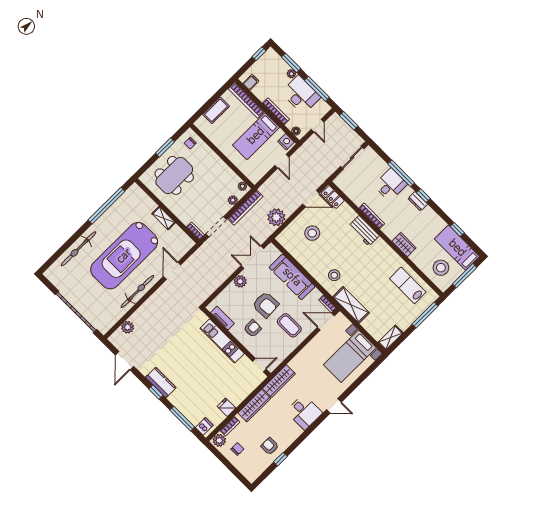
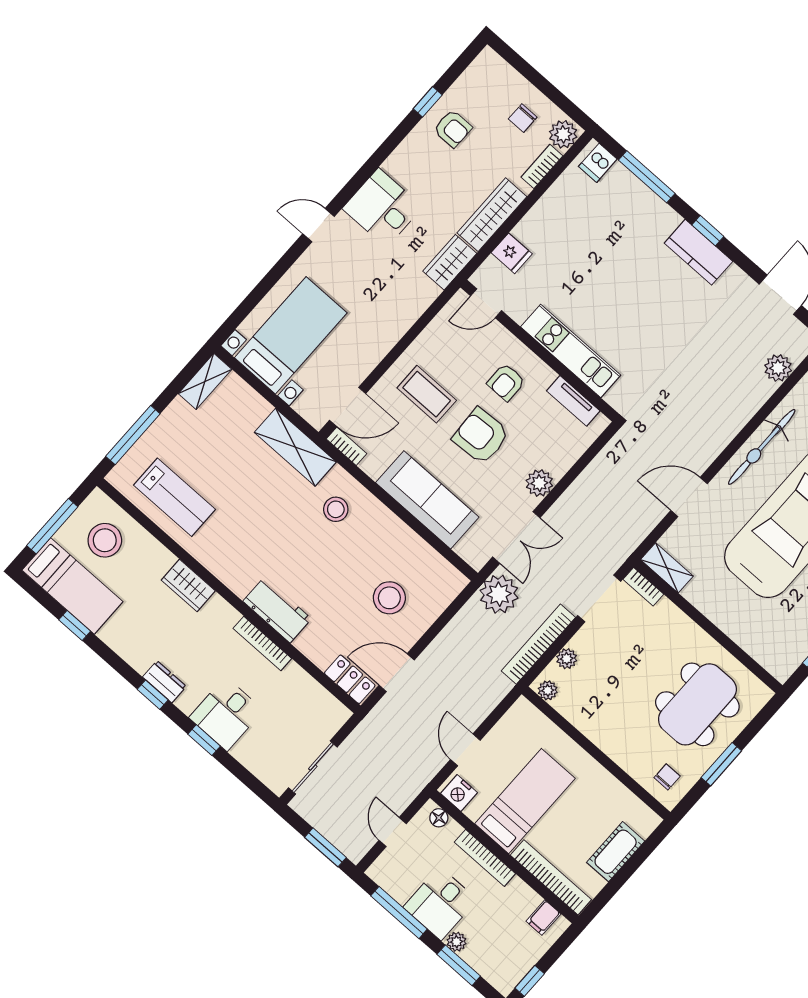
desk: (301, 95) -> (440, 903), width x0.73
window: (401, 173) -> (204, 740), width x0.46
plant: (276, 217) -> (499, 594), moved
shelving: (164, 218) -> (667, 568), moved
door: (172, 271) -> (689, 497), swing flipped
wardrobe: (279, 381) -> (450, 262), width x0.67
fridge: (226, 407) -> (512, 253), moved

